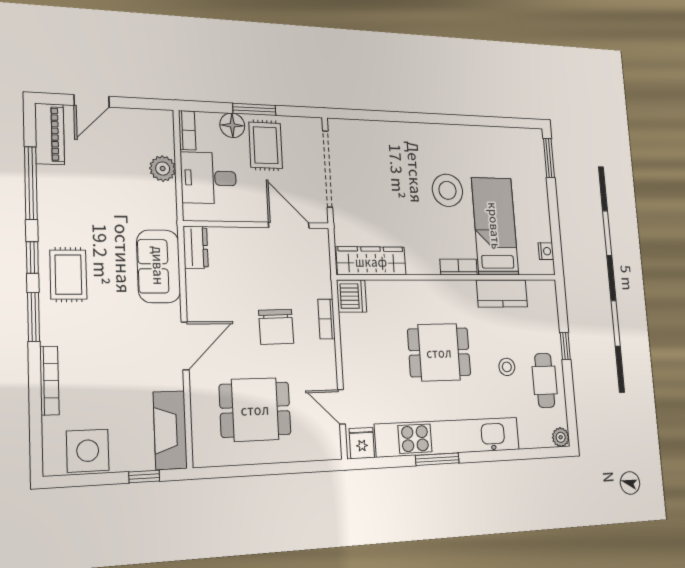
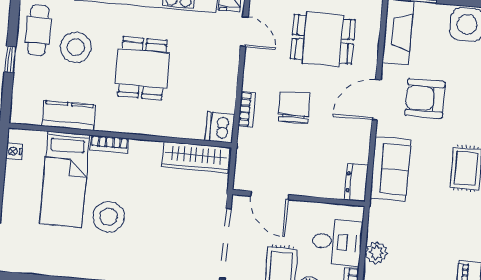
dining table: (439, 352) -> (142, 68), turned 90
armchair: (128, 354) -> (425, 98), added
stool: (507, 367) -> (76, 47), width x1.89, depth x1.89

